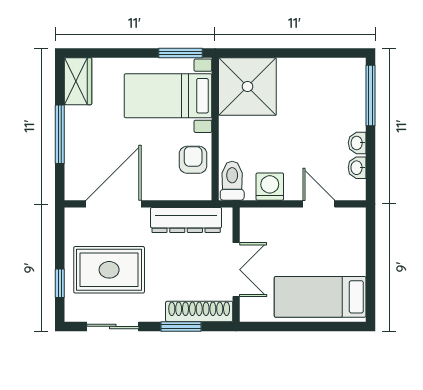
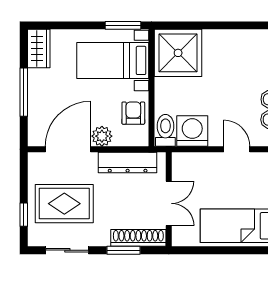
washing machine: (270, 187) -> (192, 131), width x1.37, depth x1.37
plant: (155, 188) -> (102, 136), added

